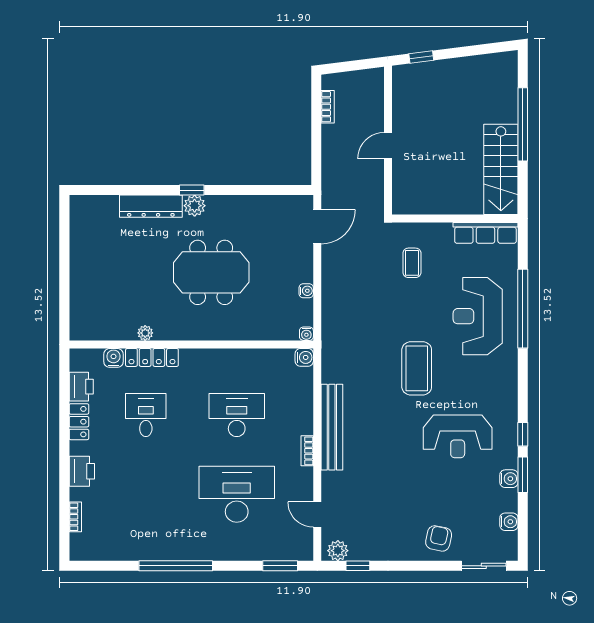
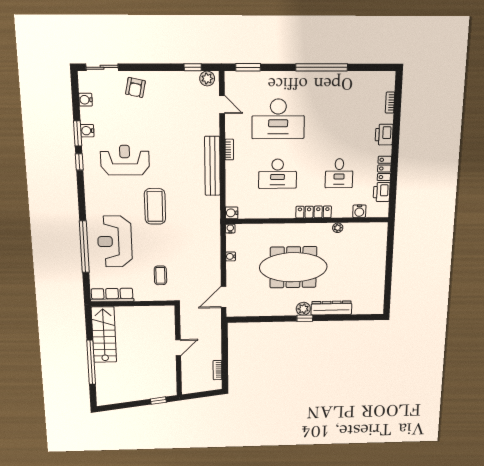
meeting table: (211, 272) -> (293, 267), width x1.36
reception desk: (478, 316) -> (115, 241), turned 180
locker: (152, 357) -> (314, 212), moved

